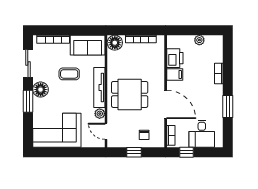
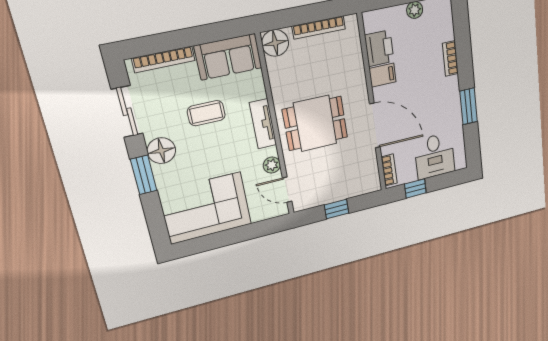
tv unit: (99, 87) -> (263, 124), width x0.71
chair: (144, 135) -> (348, 180), removed

